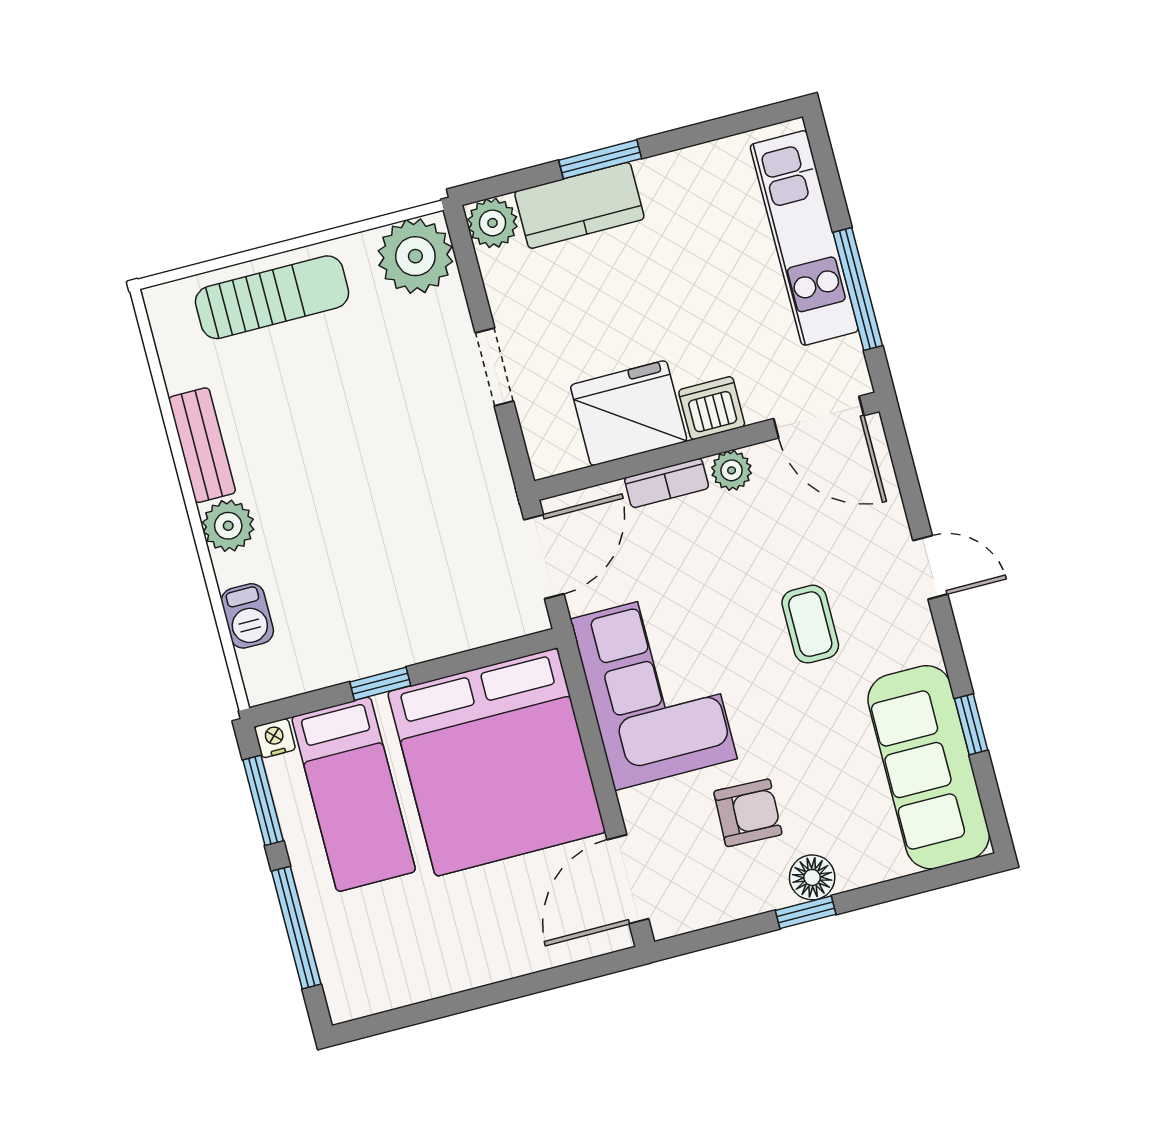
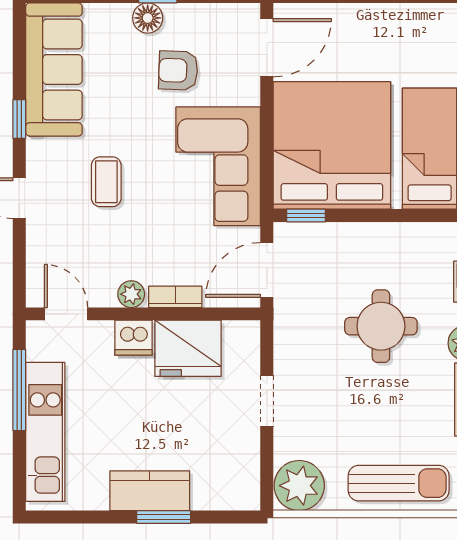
kitchen counter: (579, 205) -> (150, 491), moved
plant: (493, 223) -> (244, 494), removed
sun lounger: (272, 297) -> (399, 483), turned 180
door: (819, 417) -> (66, 314), width x0.73
round table: (357, 518) -> (381, 326), added
window: (380, 684) -> (306, 216), moved
window: (971, 724) -> (19, 119), moved

